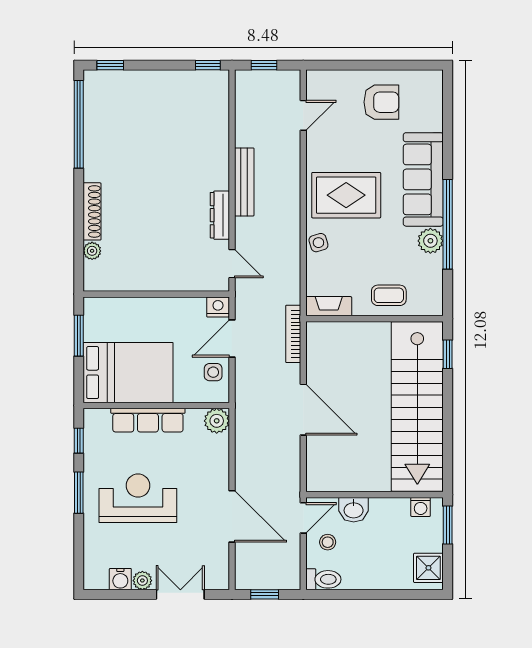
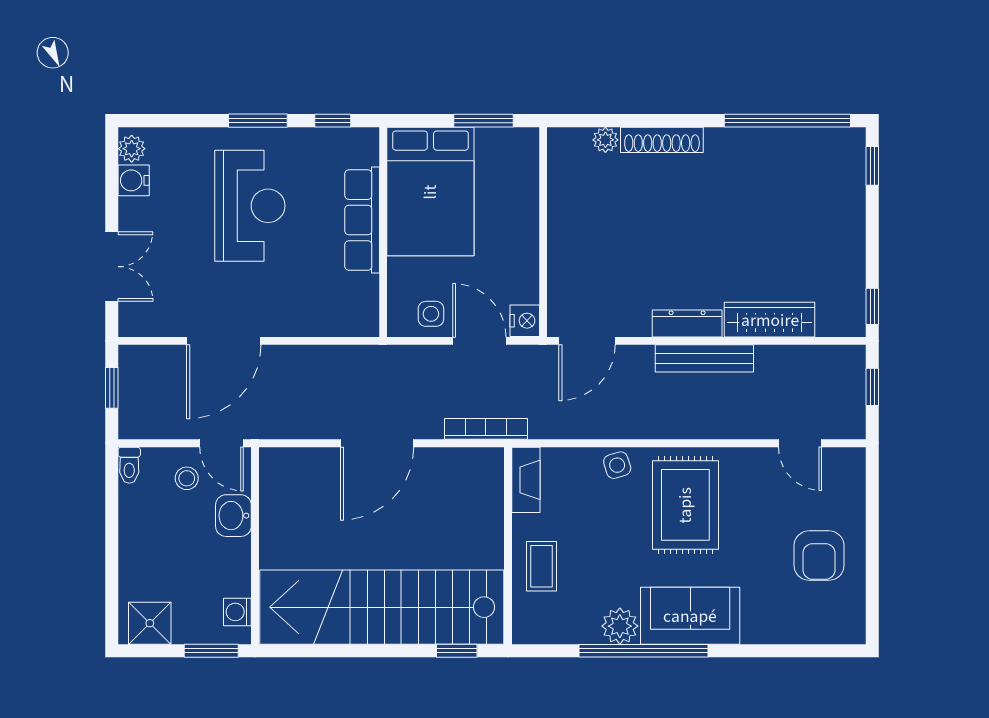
wardrobe: (217, 137) -> (770, 320), added
sofa: (423, 179) -> (690, 616), width x0.73
dresser: (220, 215) -> (687, 323), moved
door: (232, 264) -> (587, 341), width x1.38
plant: (217, 421) -> (361, 319), removed
toilet: (323, 579) -> (129, 465), width x0.73, depth x0.72
plant: (142, 581) -> (132, 149), moved

